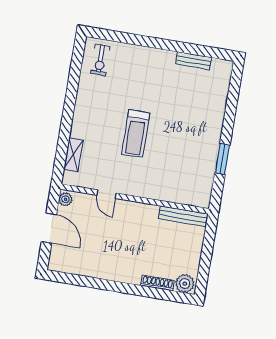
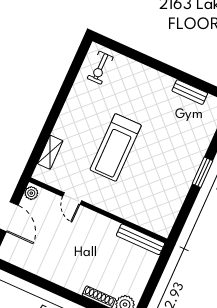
treadmill: (136, 133) -> (116, 147), width x1.37, depth x1.38
window: (222, 159) -> (203, 172), moved

